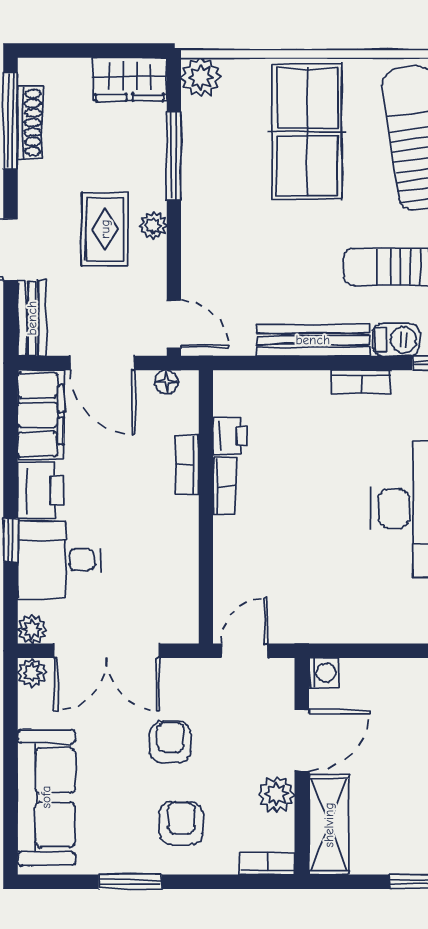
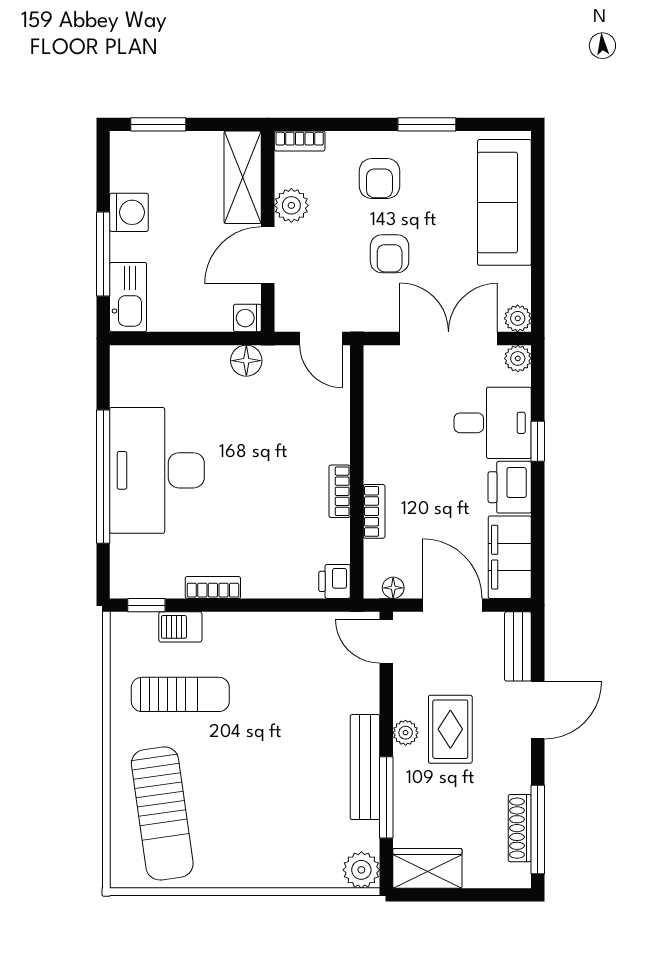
table tennis table: (307, 132) -> (263, 820), removed
bench: (313, 340) -> (365, 767), moved, turned 90
printer: (230, 436) -> (335, 581), moved
floor lamp: (325, 627) -> (246, 361), added
door: (244, 651) -> (321, 338), hinge flipped

